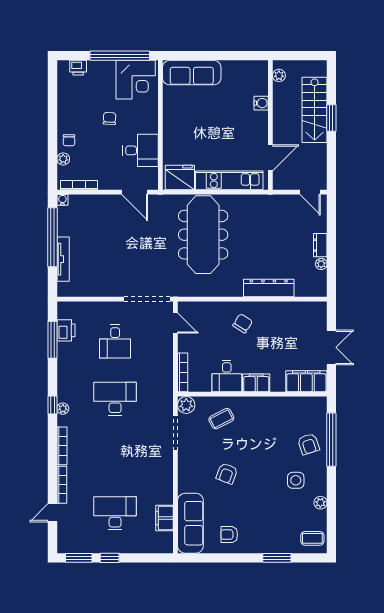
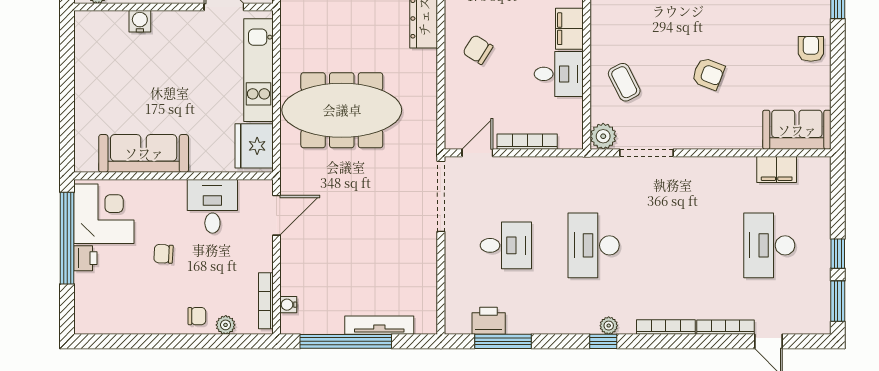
printer: (78, 68) -> (85, 258), moved
sofa: (192, 73) -> (144, 153), moved, turned -90
water cooler: (62, 200) -> (288, 305), moved
bookcase: (183, 372) -> (527, 142), moved
sofa: (190, 523) -> (797, 130), width x0.73
armchair: (229, 535) -> (811, 49), moved, turned 180

